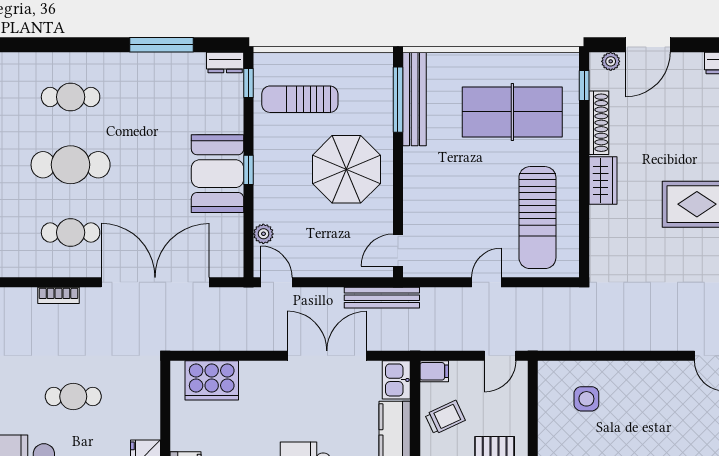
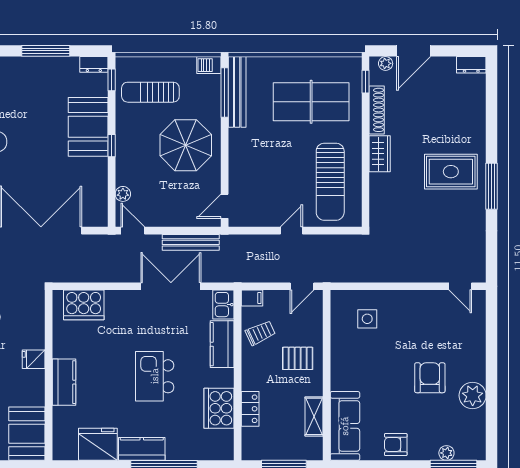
barbecue: (377, 63) -> (209, 65), added
booth: (218, 174) -> (88, 127), moved
bench: (382, 298) -> (191, 242), moved

